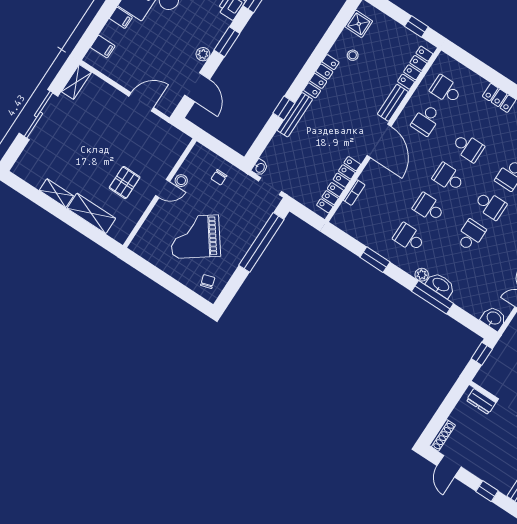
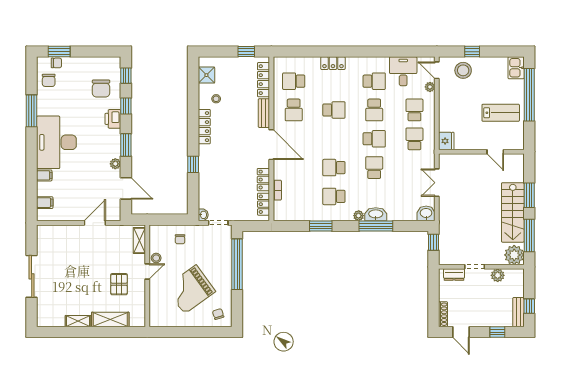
shelving: (76, 82) -> (139, 240), moved
bench: (295, 115) -> (203, 164), removed
school desk: (448, 178) -> (334, 139), removed

